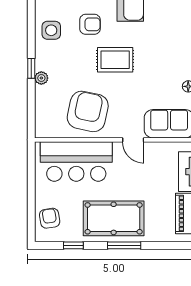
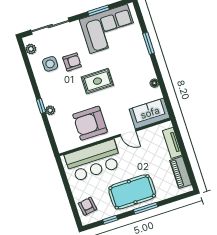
side table: (51, 30) -> (50, 64), moved
armchair: (88, 111) -> (90, 123), turned -102

